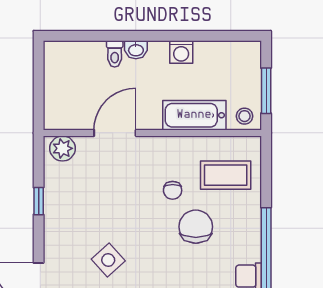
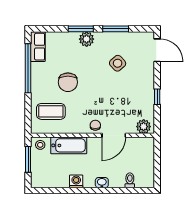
toilet: (115, 54) -> (130, 180), moved
chair: (173, 190) -> (95, 125), moved

